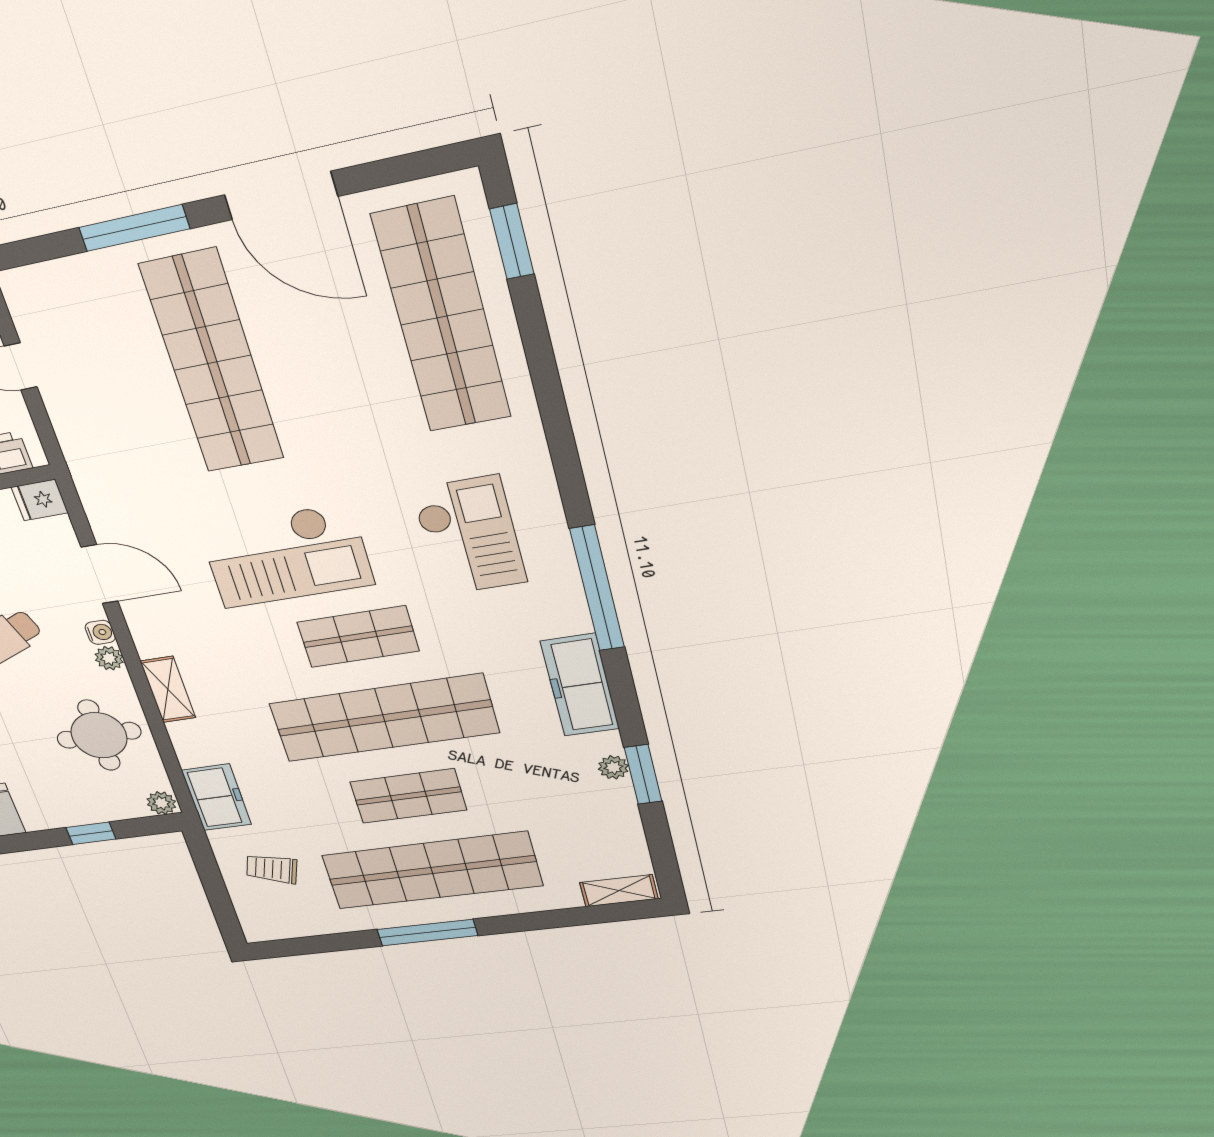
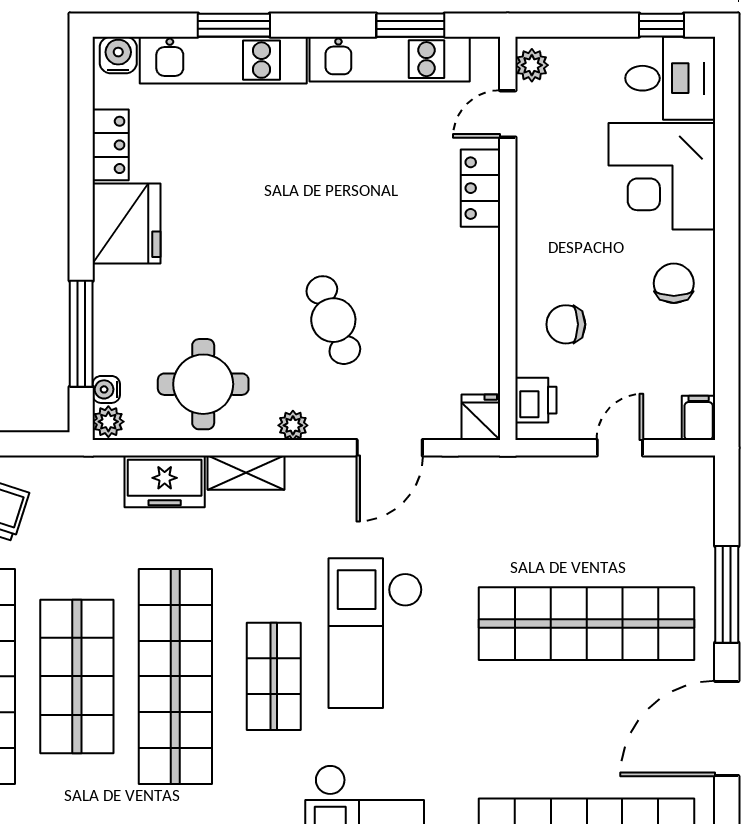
water cooler: (100, 632) -> (106, 389), moved, turned 90
shop shelf: (408, 796) -> (77, 676), width x1.43, depth x1.36
freezer: (217, 797) -> (165, 481), moved
window: (91, 833) -> (81, 334), width x2.17

